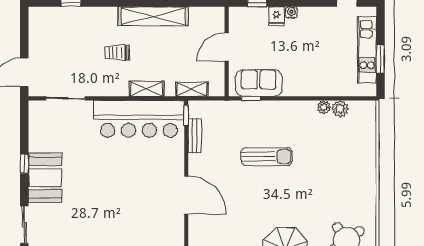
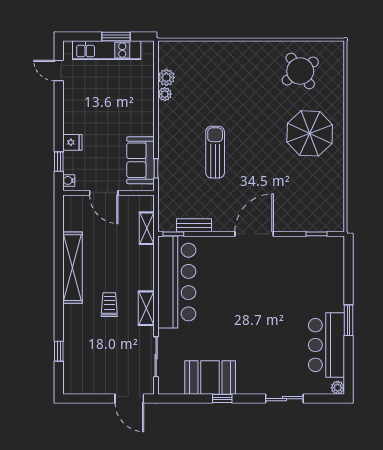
water cooler: (291, 13) -> (69, 180), moved
trolley: (117, 52) -> (109, 305), turned 180
shelving: (147, 89) -> (146, 308), moved
booth: (45, 178) -> (210, 378), moved

